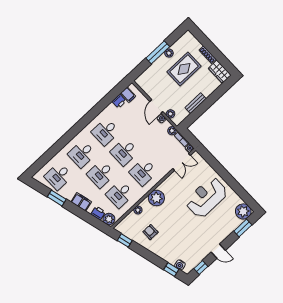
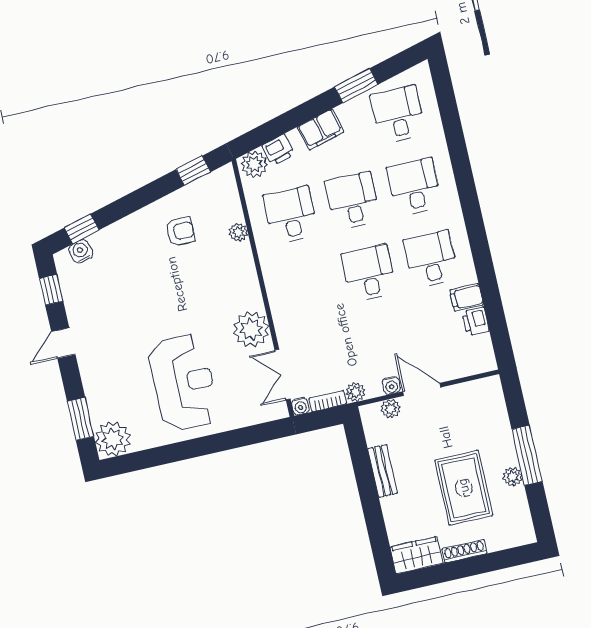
filing cabinet: (128, 95) -> (467, 297), moved
desk: (143, 172) -> (307, 287), removed
plant: (156, 198) -> (251, 329), moved

